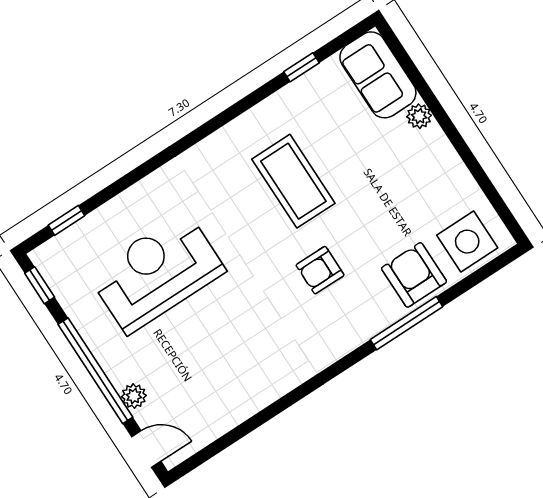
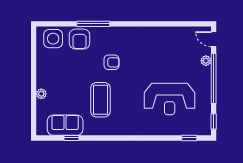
sofa: (378, 75) -> (65, 125), moved, turned -90

